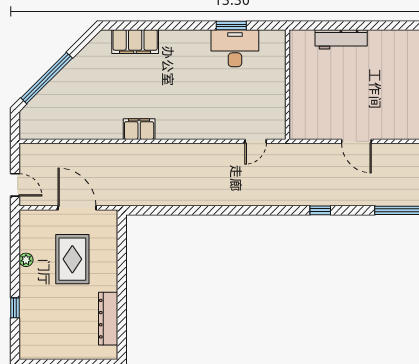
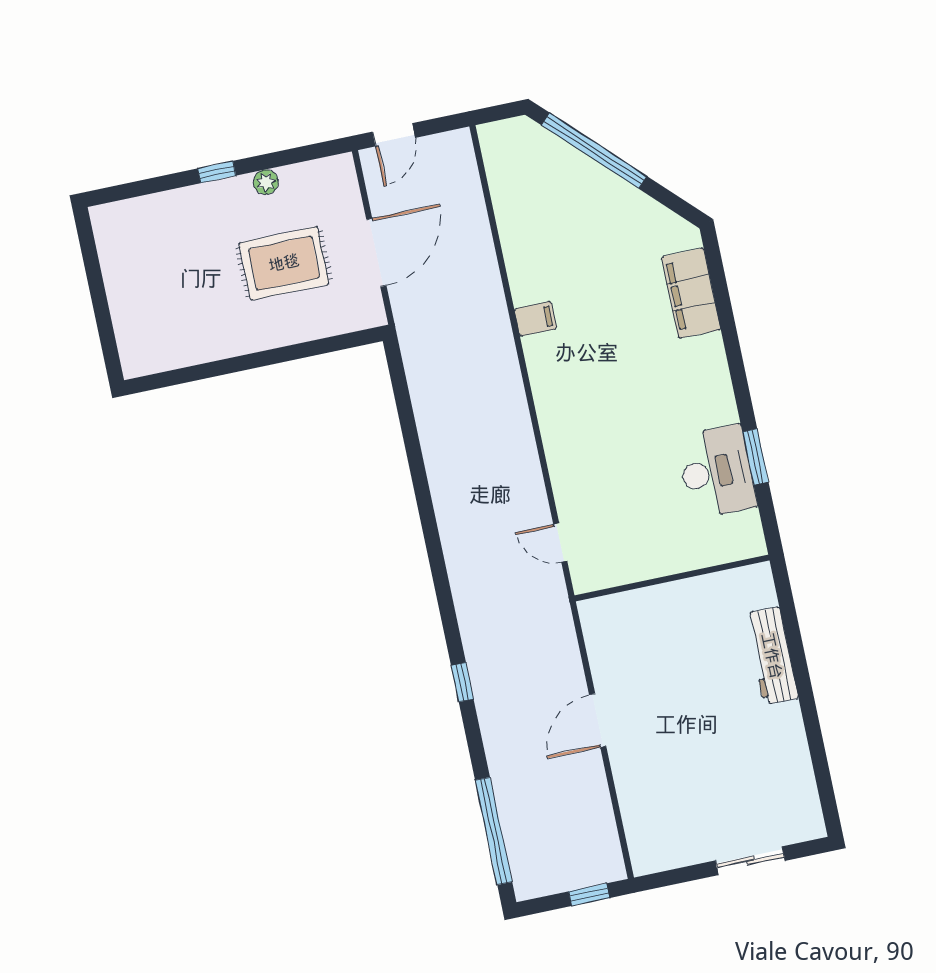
filing cabinet: (139, 129) -> (535, 319), width x0.50
window: (15, 308) -> (217, 172), moved
dresser: (108, 319) -> (193, 349), removed

